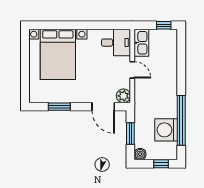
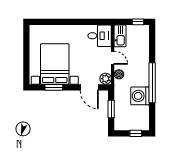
bed with nightstands: (58, 54) -> (55, 64), moved, turned 180
window: (181, 120) -> (152, 83), moved
washing machine: (166, 130) -> (140, 96), moved
boiler: (140, 154) -> (119, 74), moved

